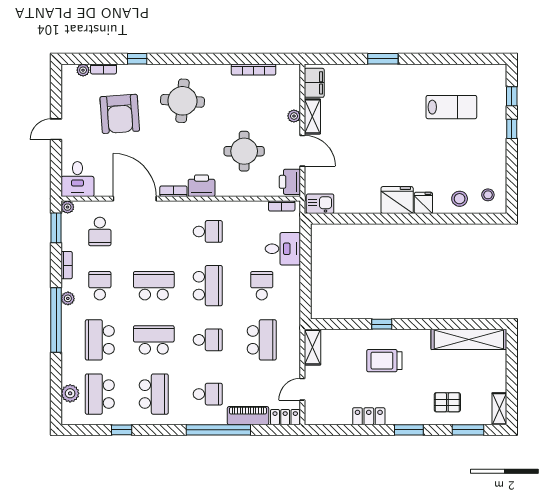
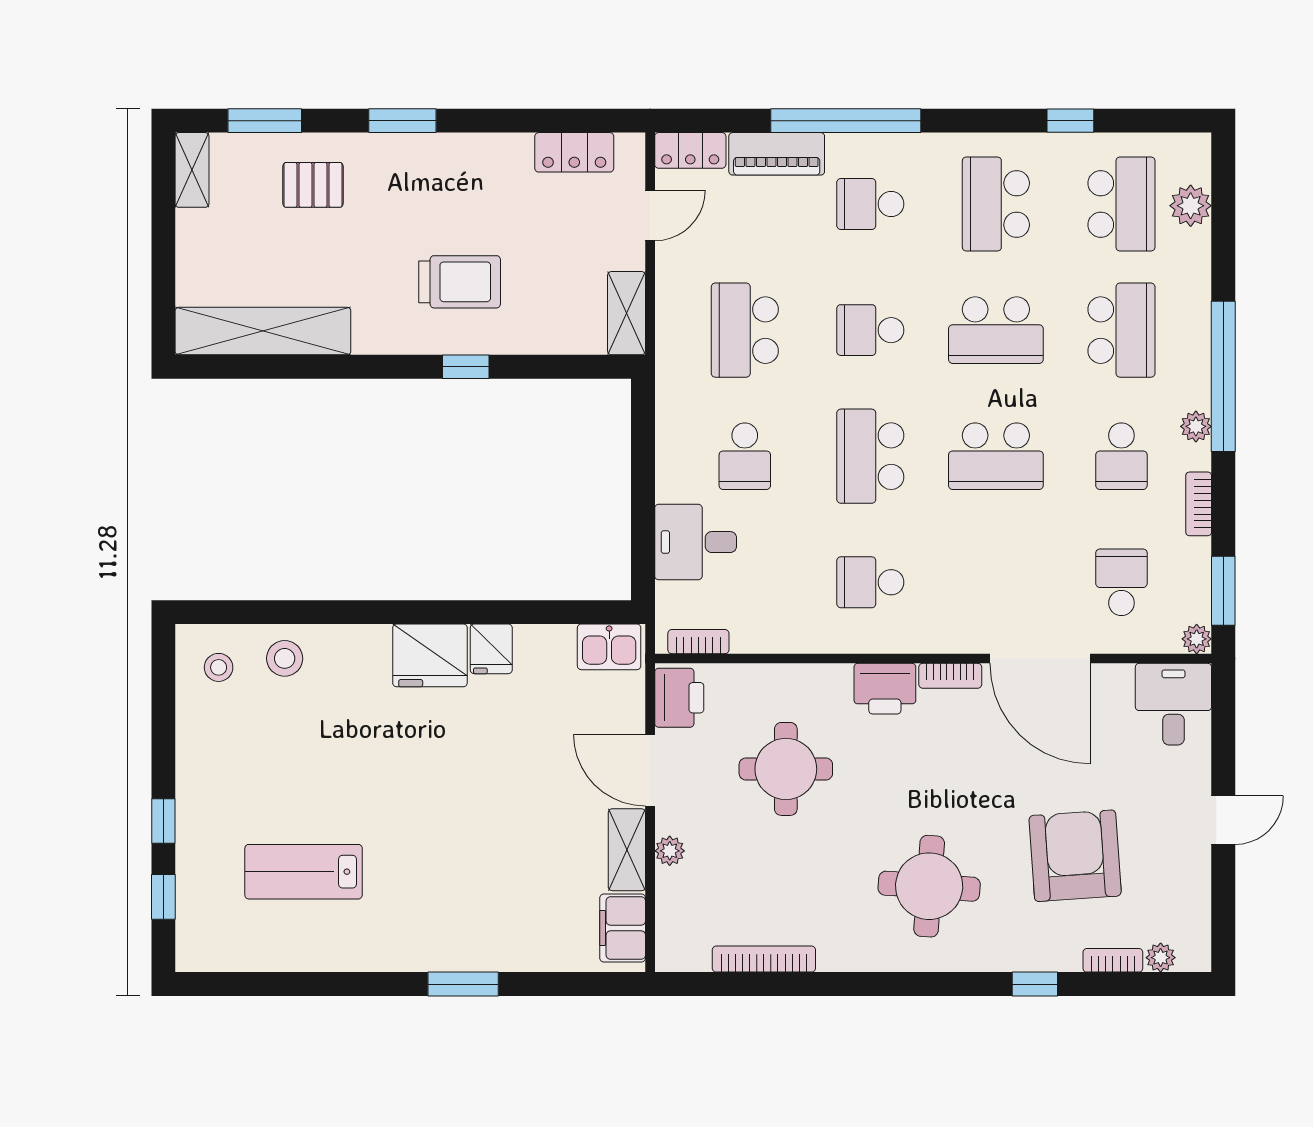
fridge: (423, 203) -> (491, 649), moved
locker: (369, 416) -> (574, 152), moved

